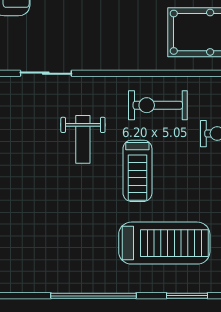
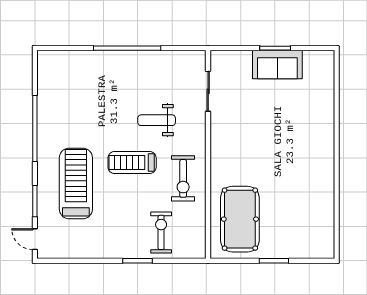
exercise bike: (158, 105) -> (183, 178), turned 180
treadmill: (164, 243) -> (76, 183), turned 180

